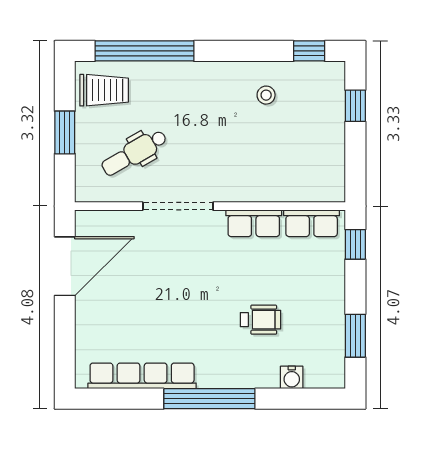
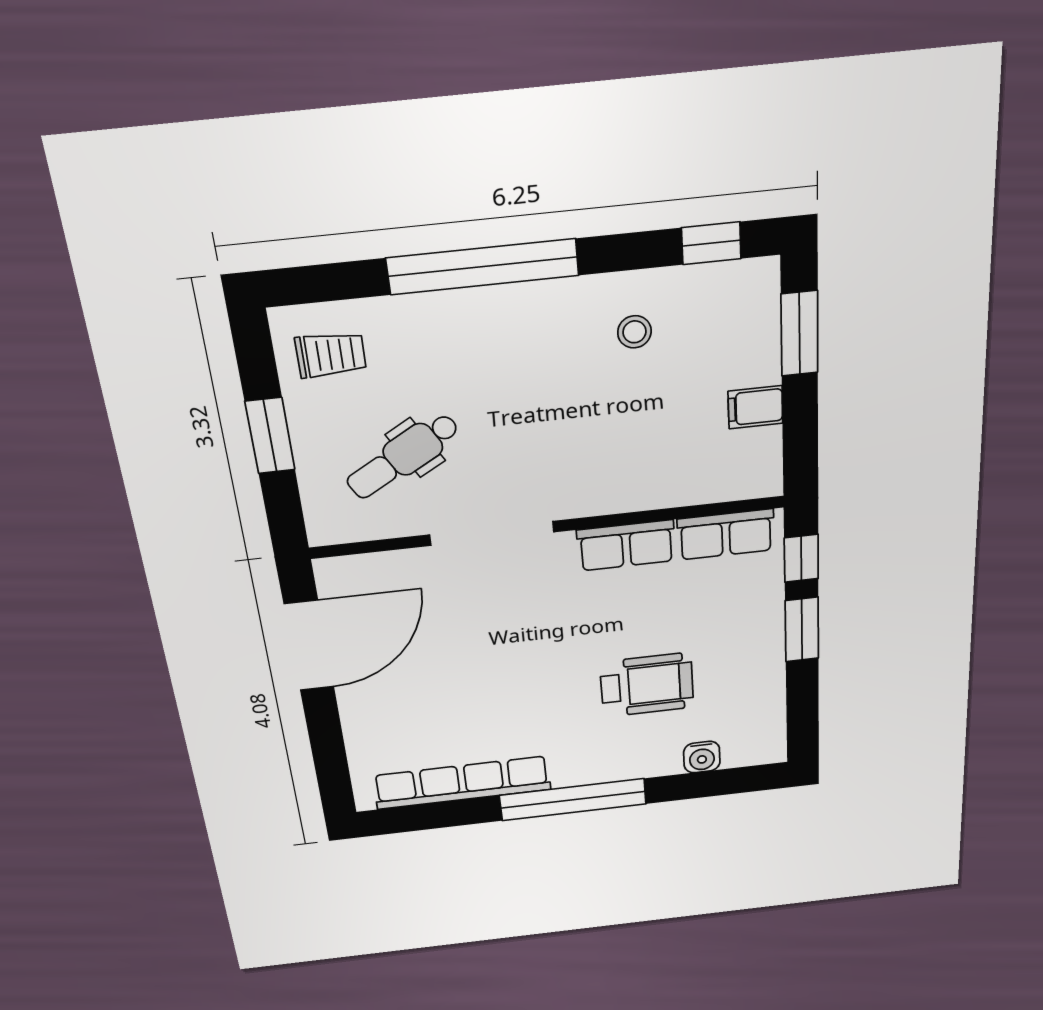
window: (144, 51) -> (483, 267), moved
trolley: (104, 90) -> (331, 355), width x0.73, depth x0.72
window: (355, 106) -> (800, 334), width x1.50
filing cabinet: (330, 146) -> (755, 407), added
wheelchair: (260, 320) -> (647, 685), width x1.36, depth x1.37
window: (355, 336) -> (802, 630), moved

